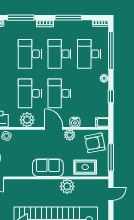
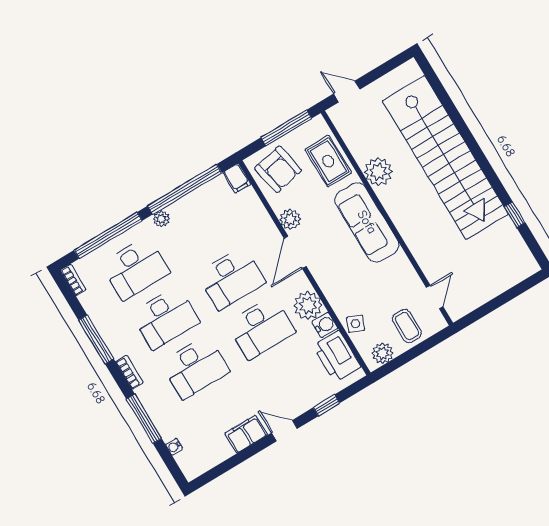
window: (111, 96) -> (185, 189), width x3.17
water cooler: (75, 122) -> (325, 325), moved
sofa: (48, 168) -> (367, 222), width x1.36

